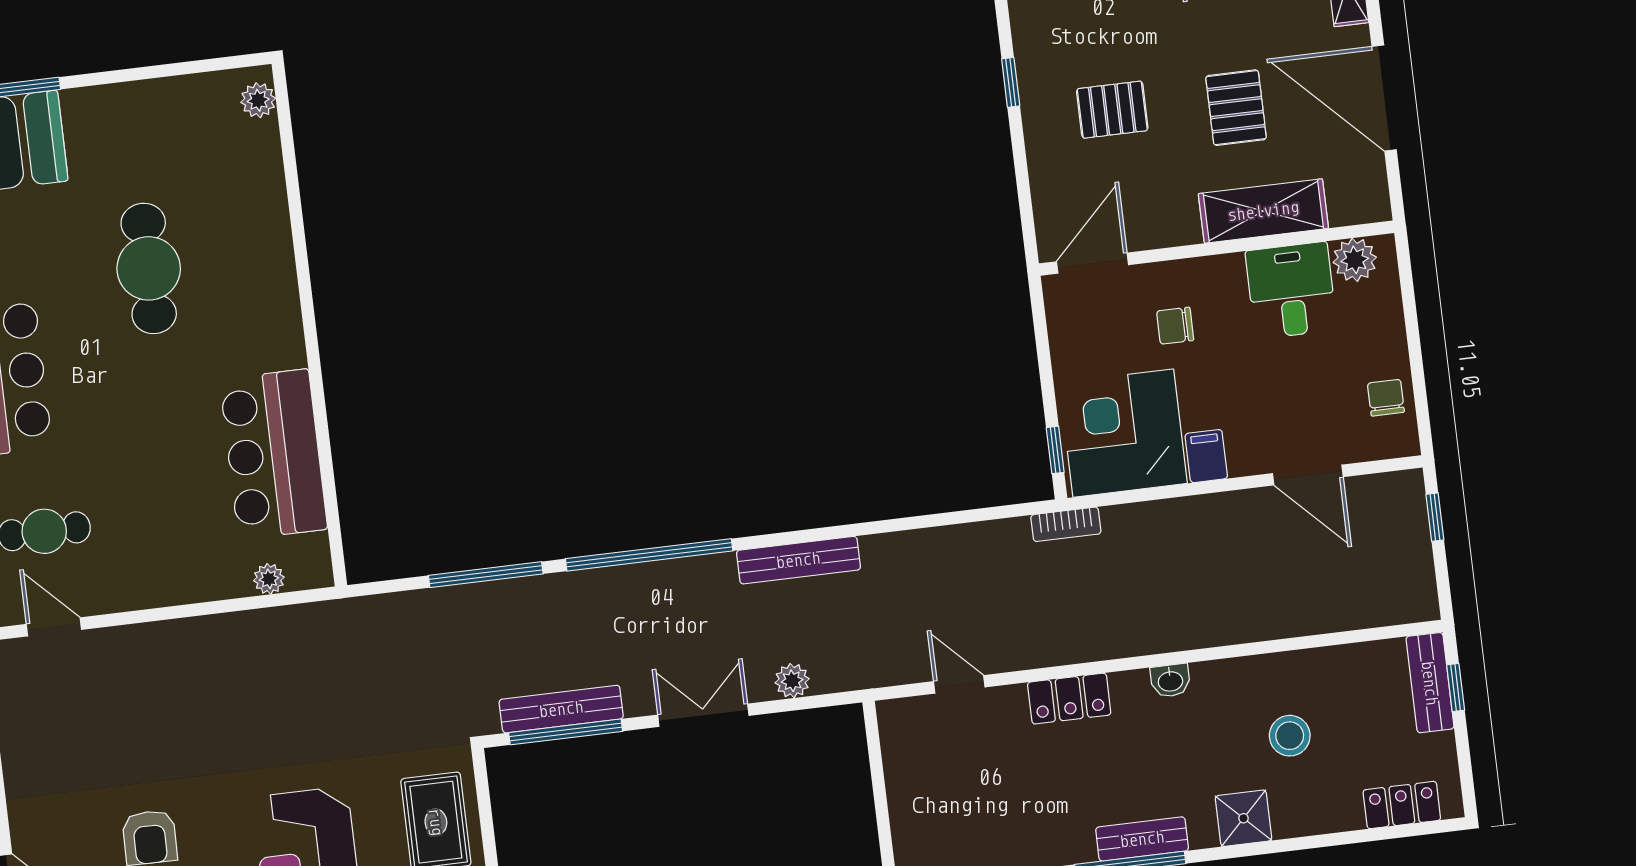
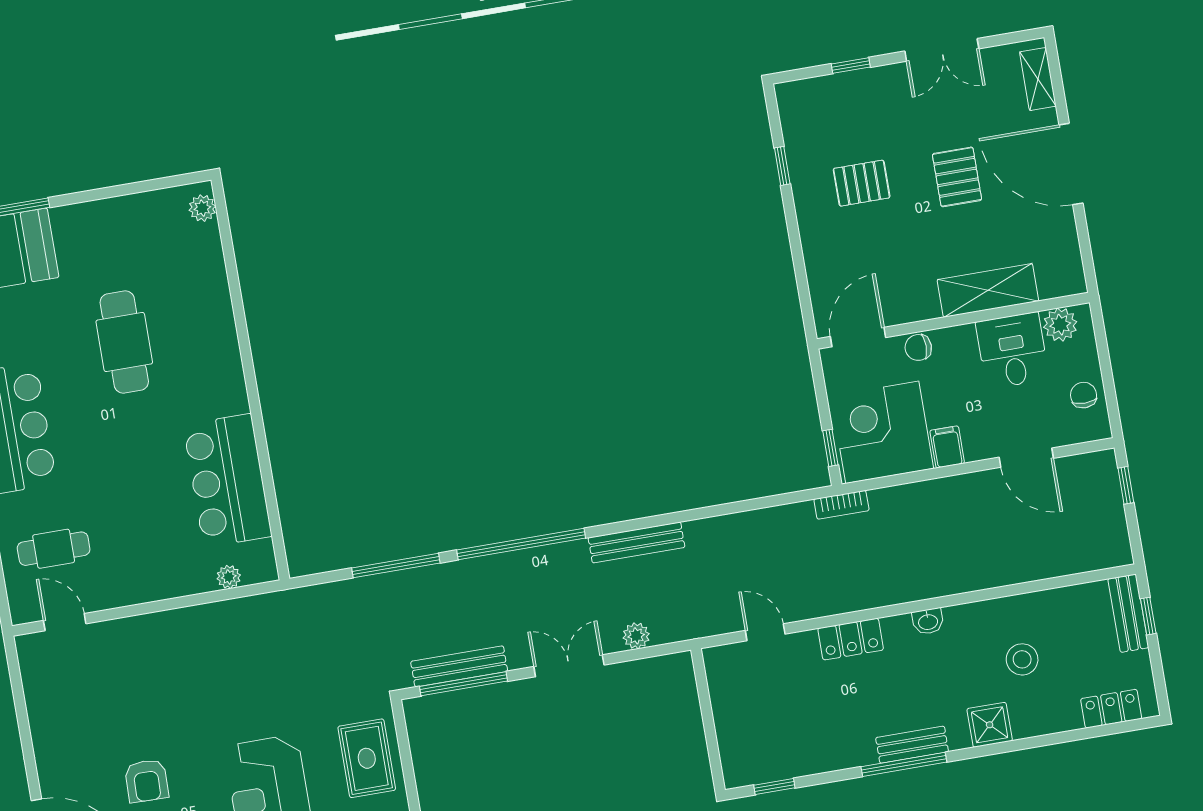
shelving: (1263, 211) -> (988, 290), moved
wall: (1217, 248) -> (953, 321), moved
plant: (1355, 260) -> (1060, 325), moved
door: (1092, 263) -> (858, 337), moved
desk: (1291, 290) -> (1012, 351), moved

